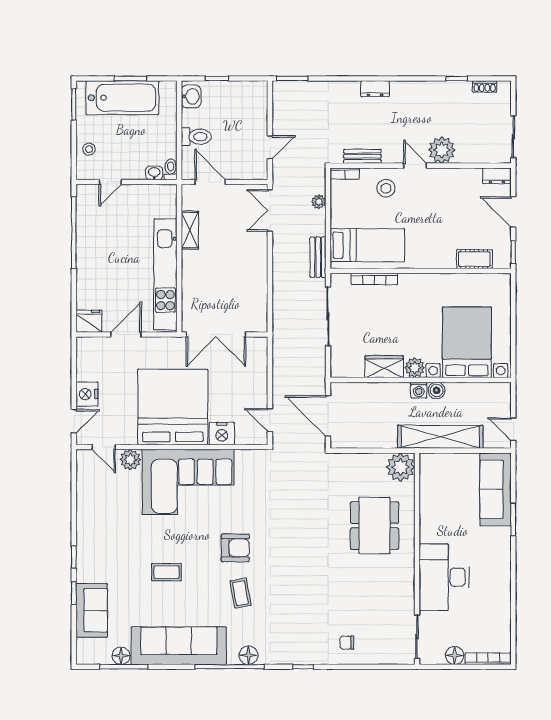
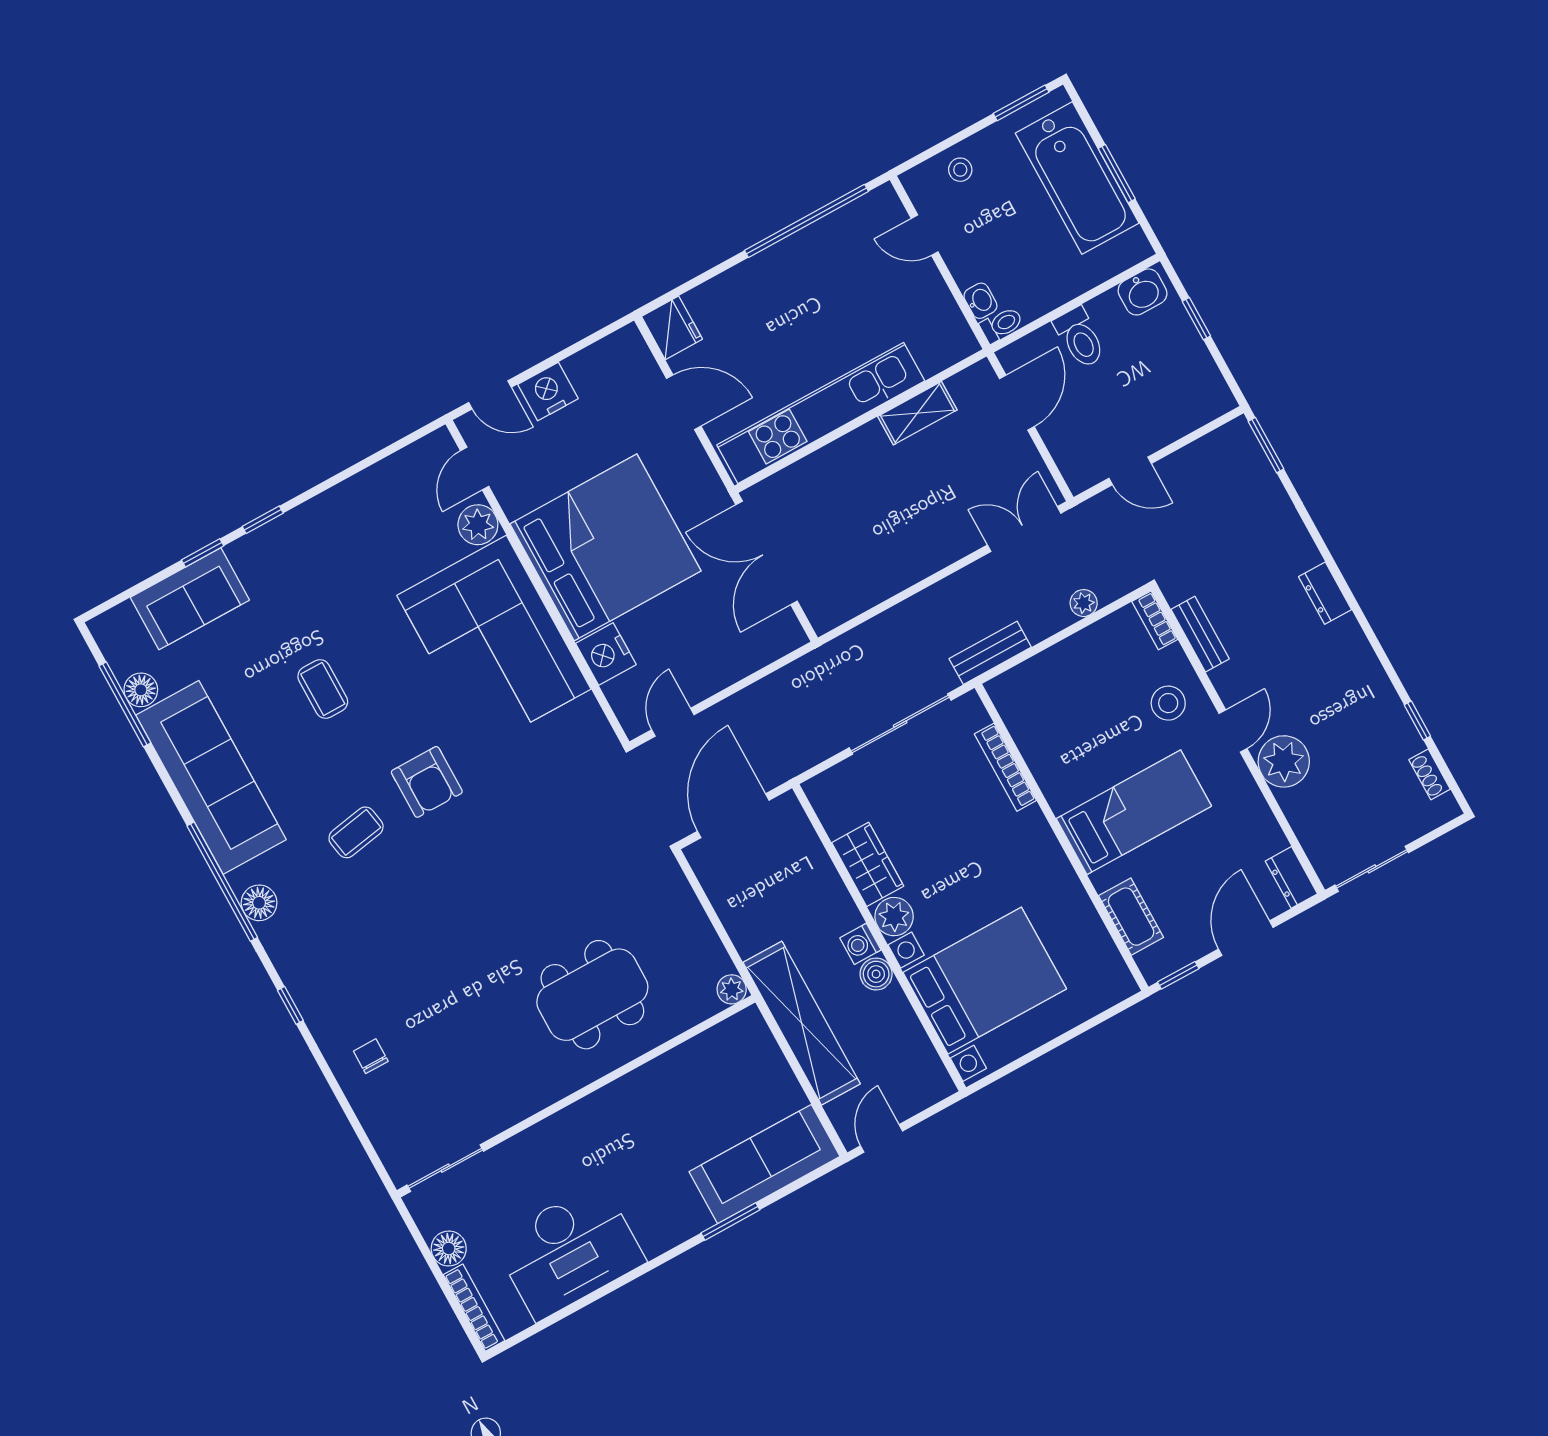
bed: (367, 245) -> (1134, 812), moved, turned -90
plant: (401, 467) -> (732, 989), width x0.53, depth x0.53
desk: (444, 577) -> (569, 1251), moved, turned 180

